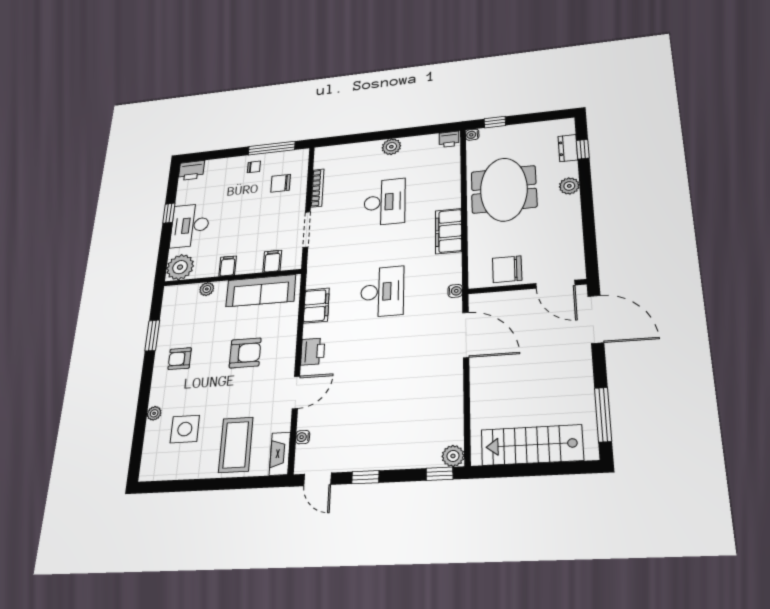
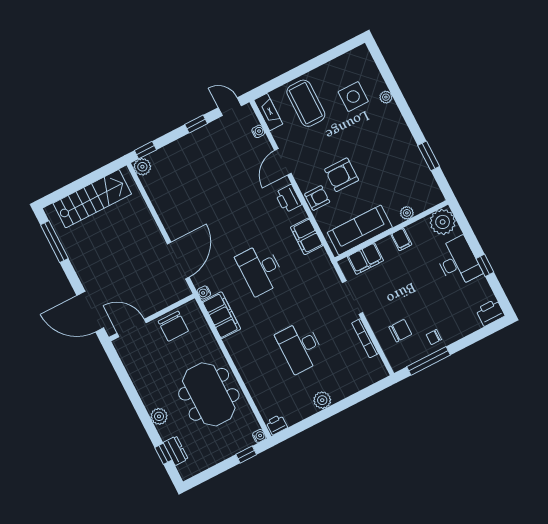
filing cabinet: (448, 231) -> (221, 315), moved
filing cabinet: (272, 261) -> (365, 259), width x2.00
chair: (507, 269) -> (173, 326), turned 90
door: (466, 335) -> (178, 261), swing flipped
armchair: (180, 359) -> (317, 198), moved

